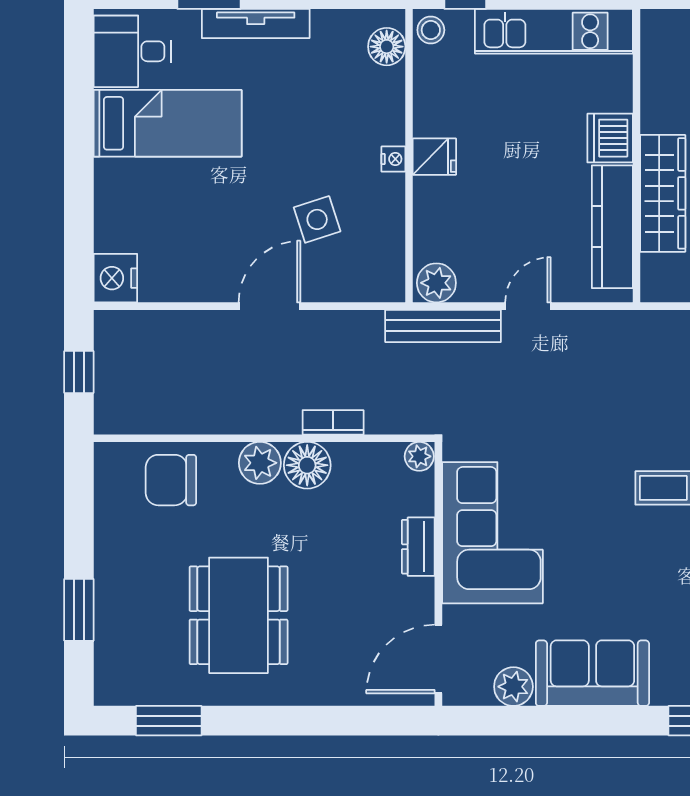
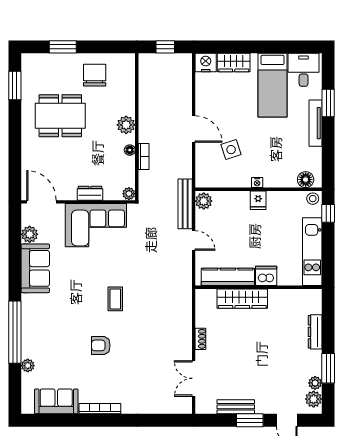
wardrobe: (115, 213) -> (234, 63), added
floor lamp: (307, 465) -> (130, 150), width x0.53, depth x0.53
chair: (171, 480) -> (95, 75), moved

